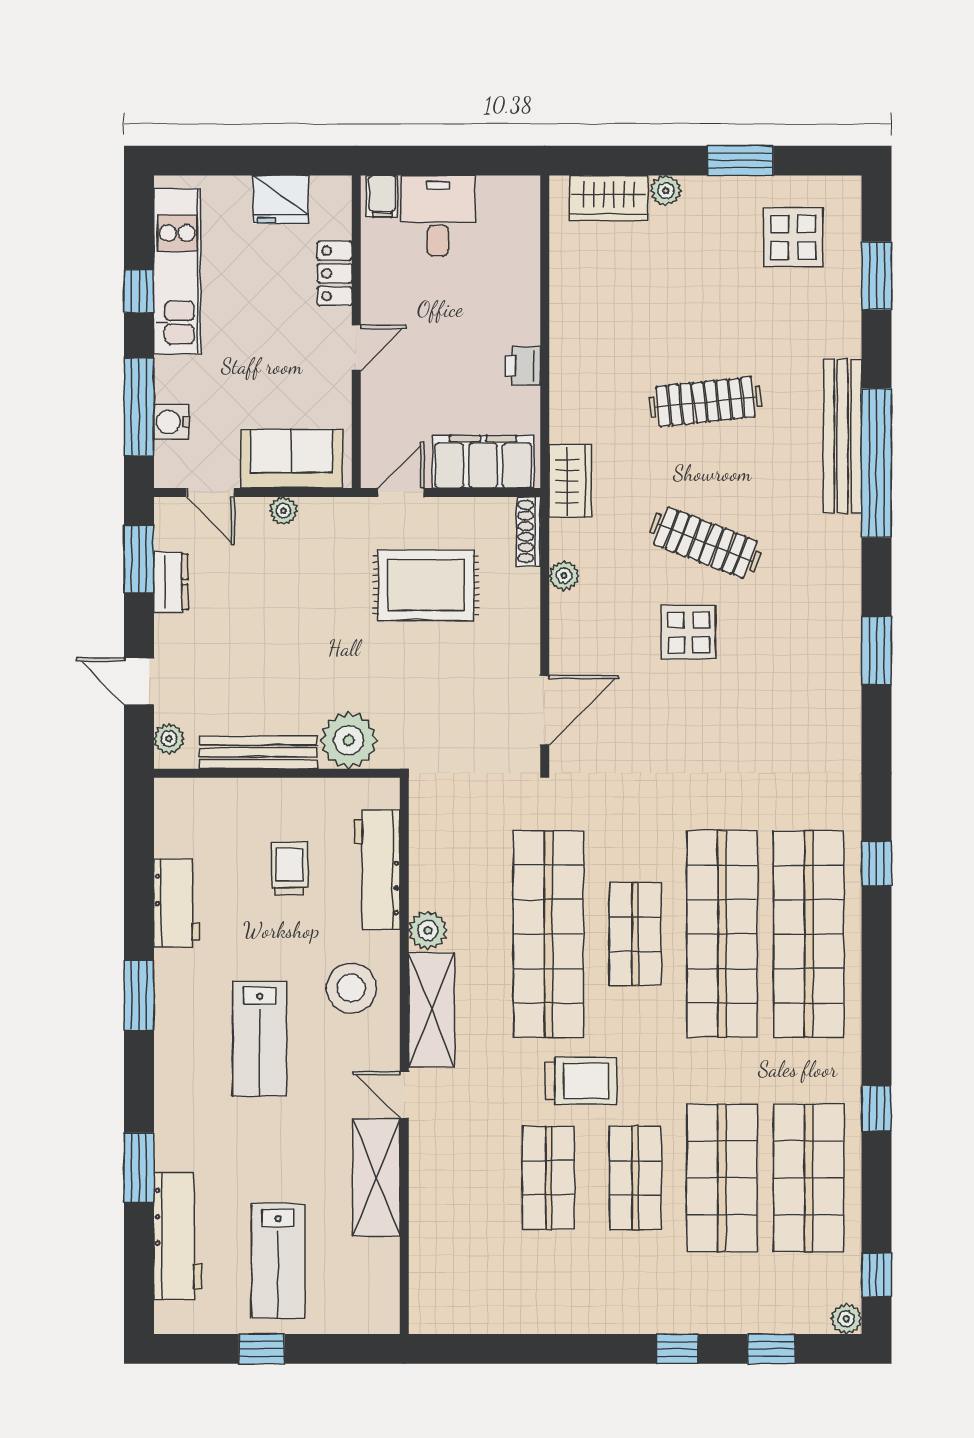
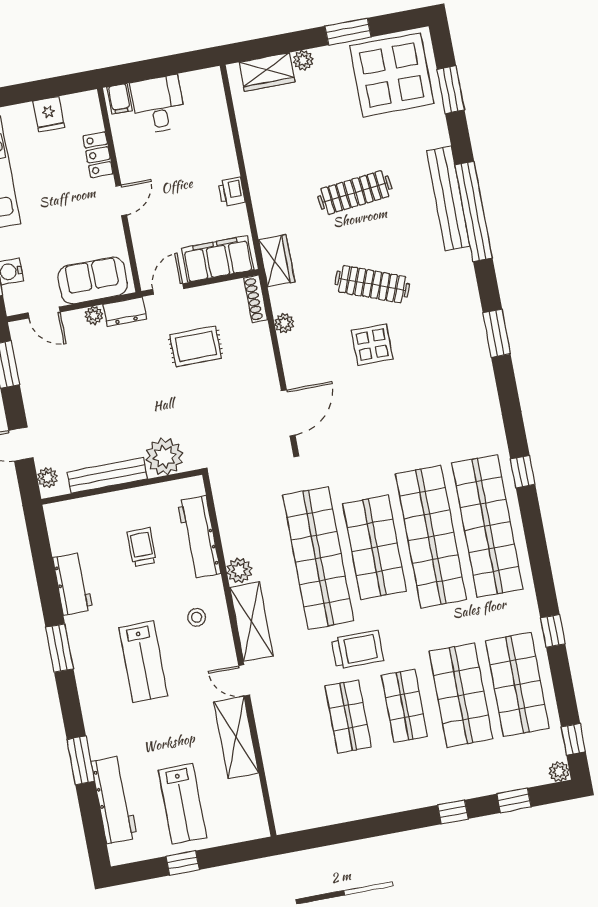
fridge: (281, 199) -> (49, 114), width x0.72
display table: (793, 237) -> (392, 75), width x1.86, depth x1.86
dresser: (171, 582) -> (125, 312), moved, turned 90
rug: (426, 585) -> (196, 346), width x0.73, depth x0.70
shop shelf: (635, 934) -> (375, 547), width x1.43, depth x1.36
stool: (351, 988) -> (197, 617), width x0.53, depth x0.53

